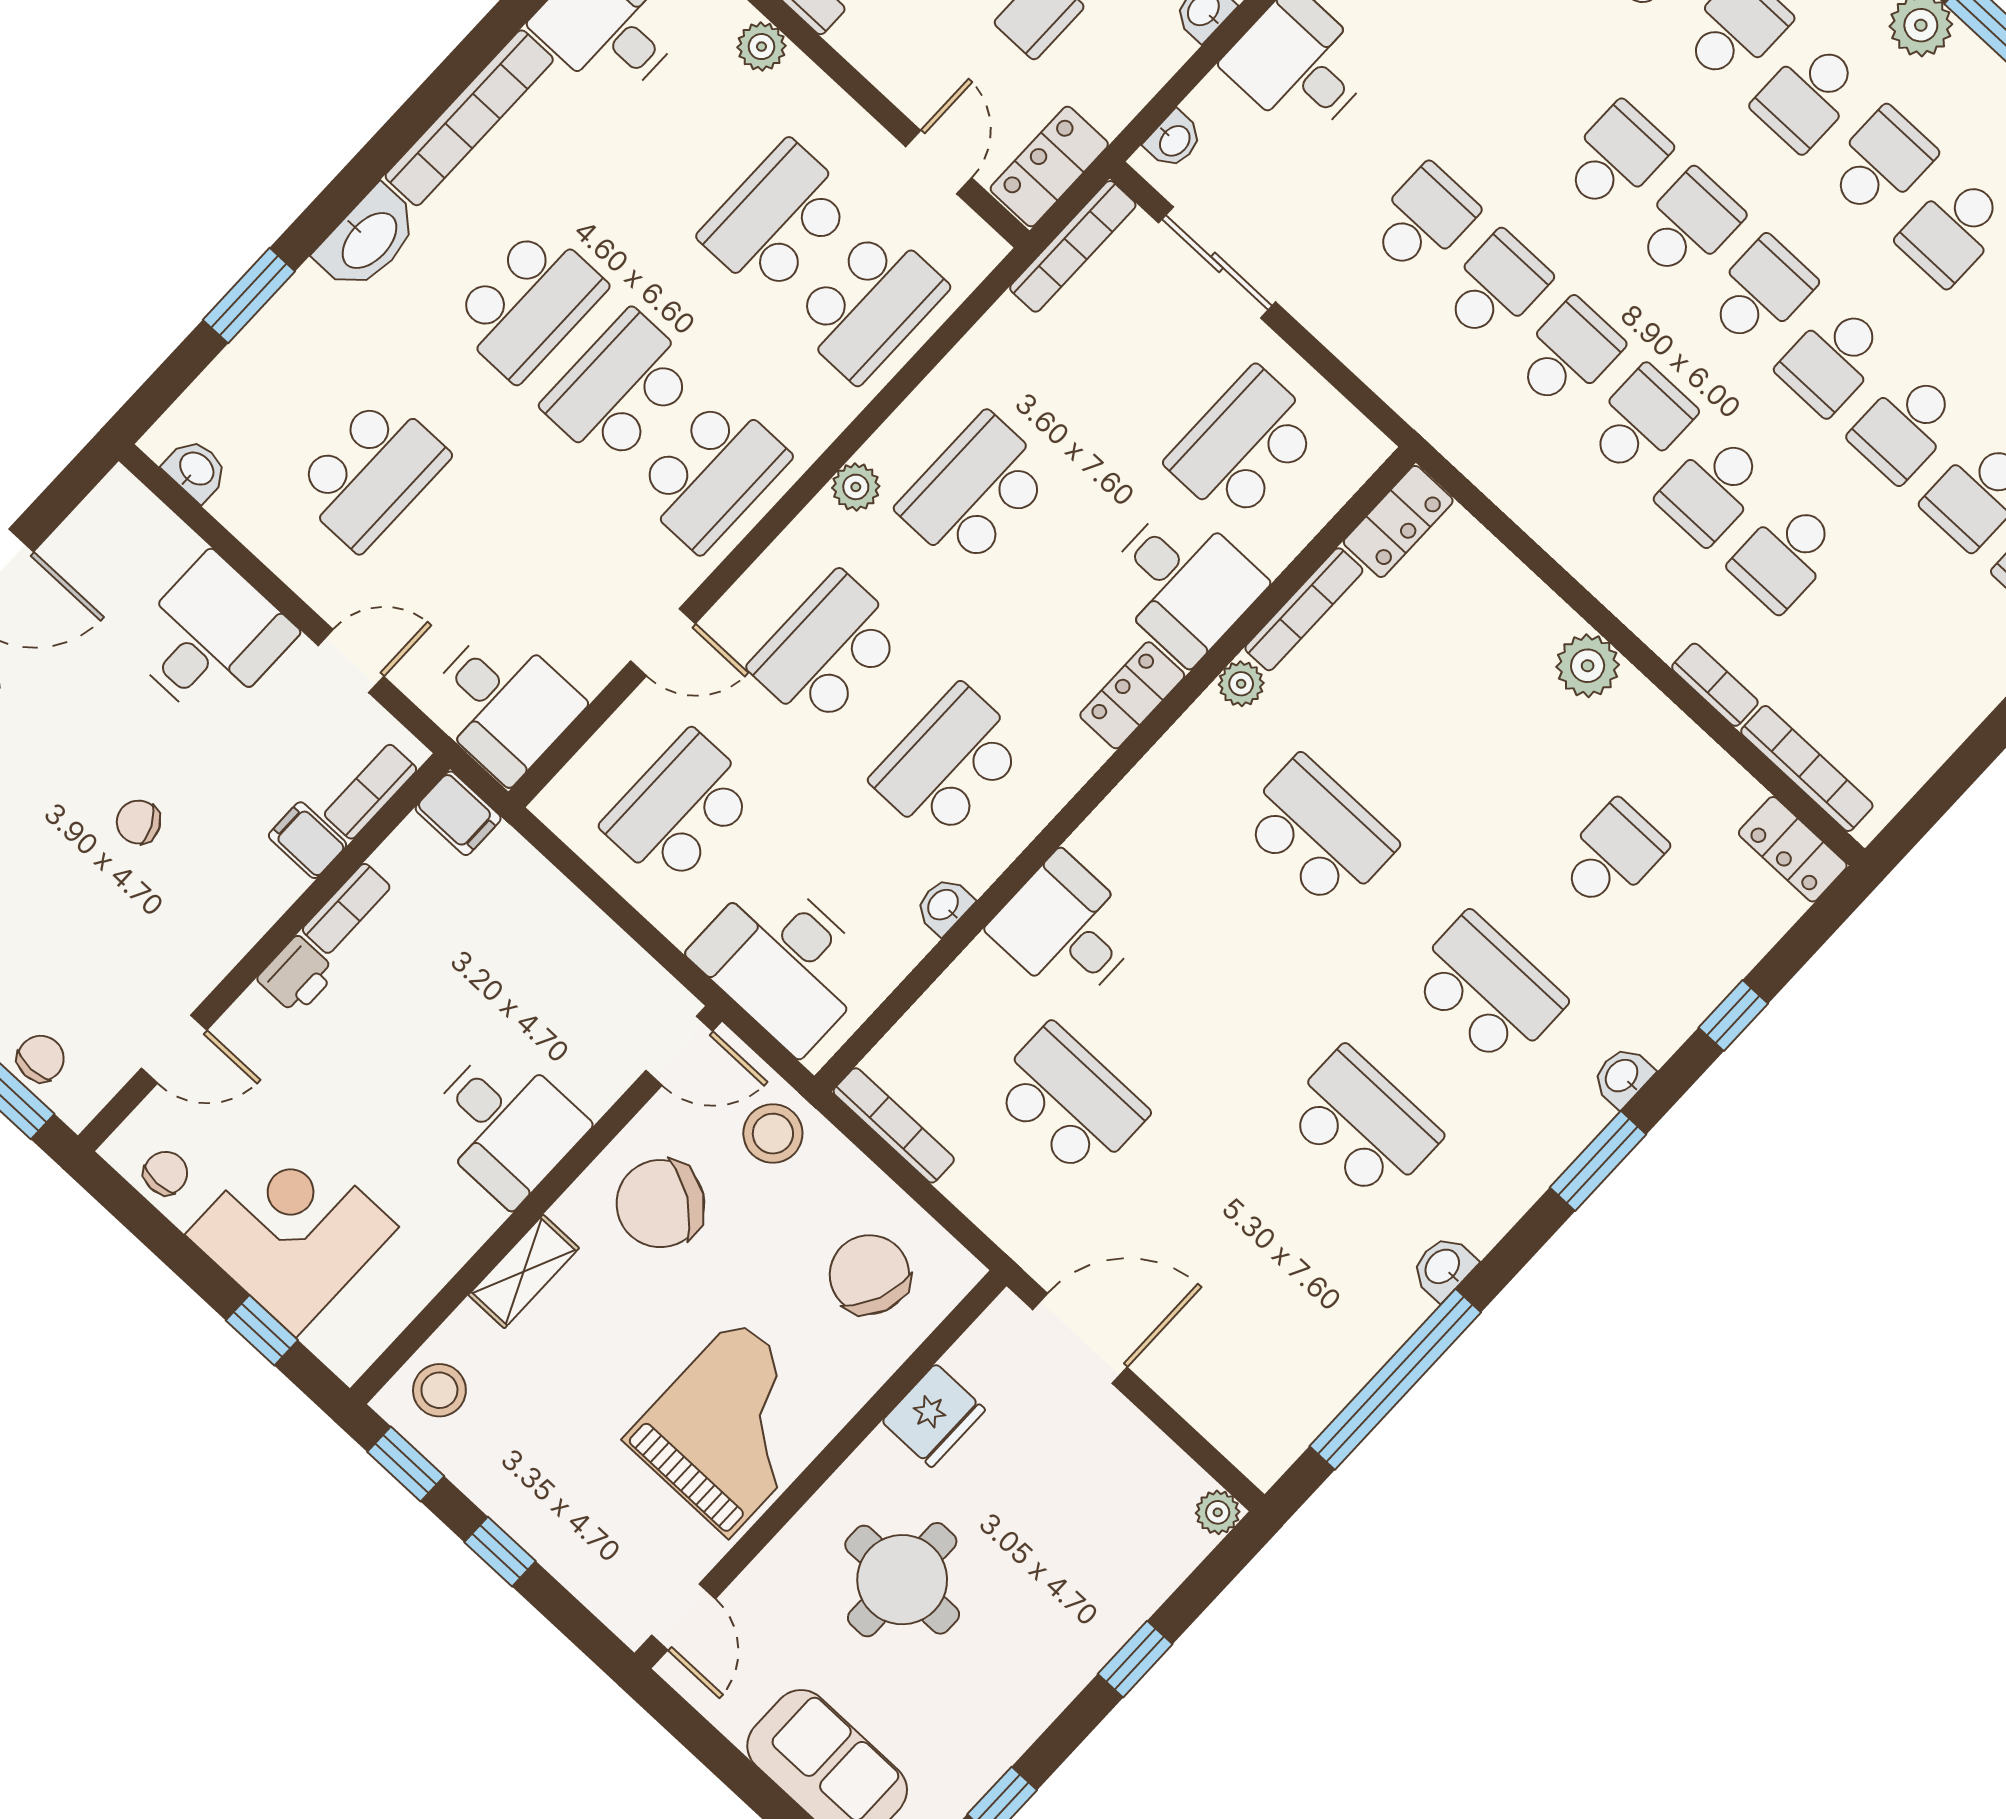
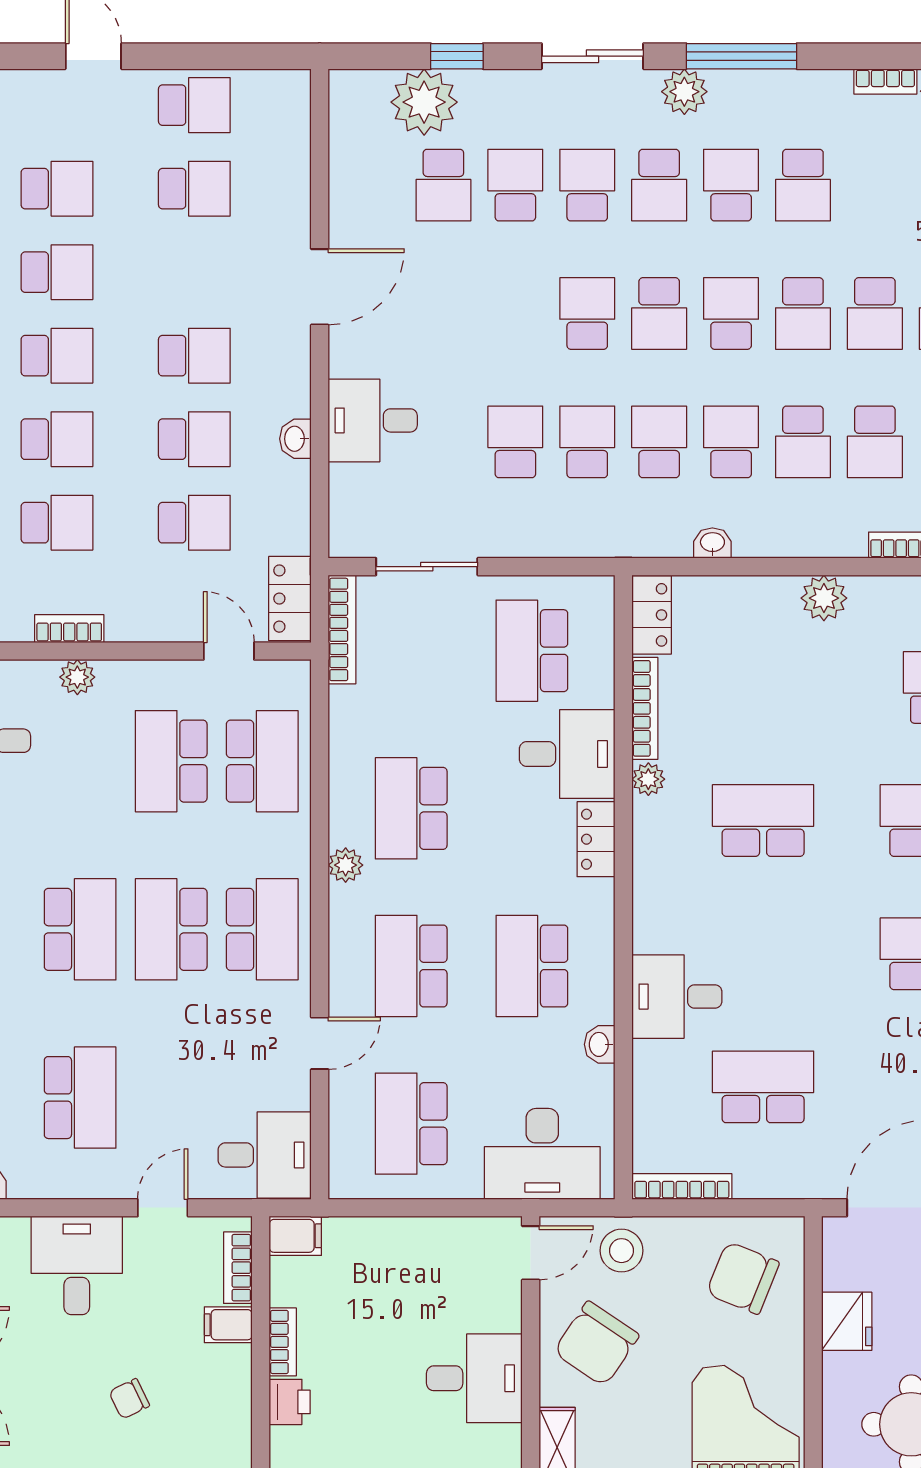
washbasin: (1174, 140) -> (712, 543), moved, turned -90
school desk: (1688, 225) -> (659, 313), turned 180

